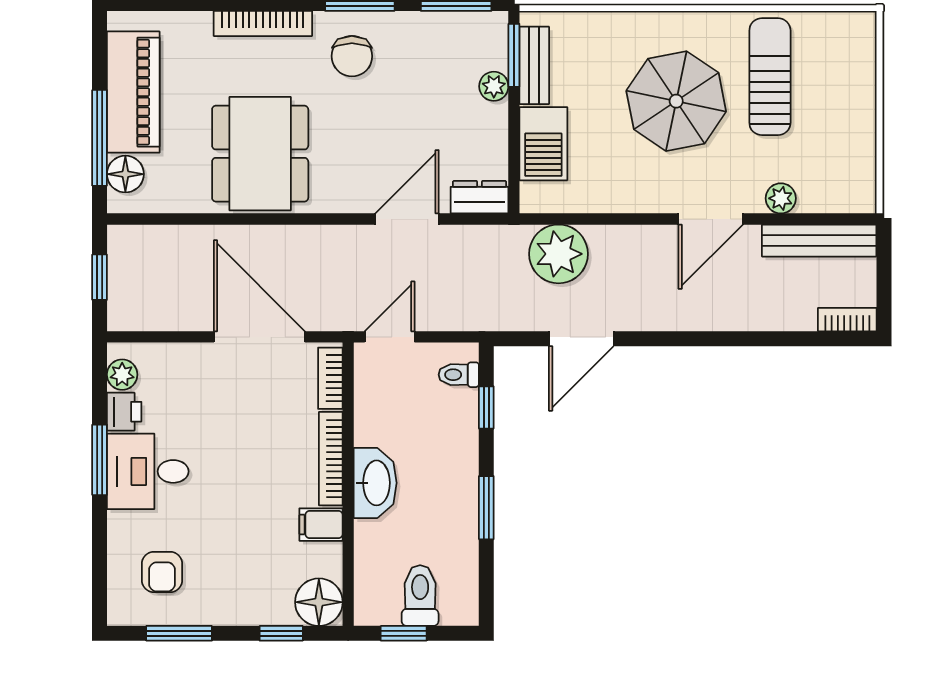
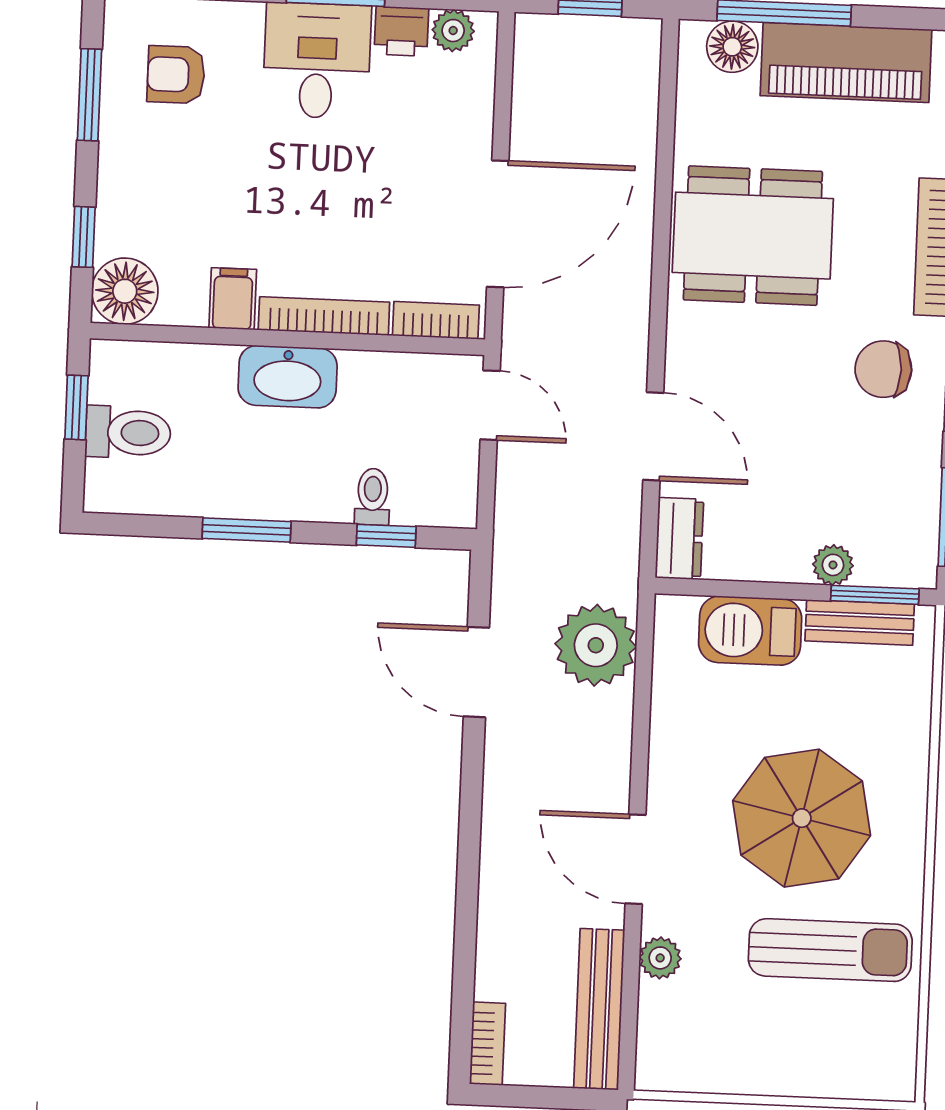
toilet: (459, 375) -> (373, 497), moved

